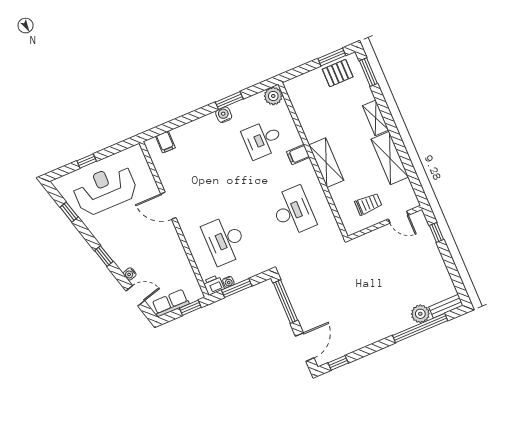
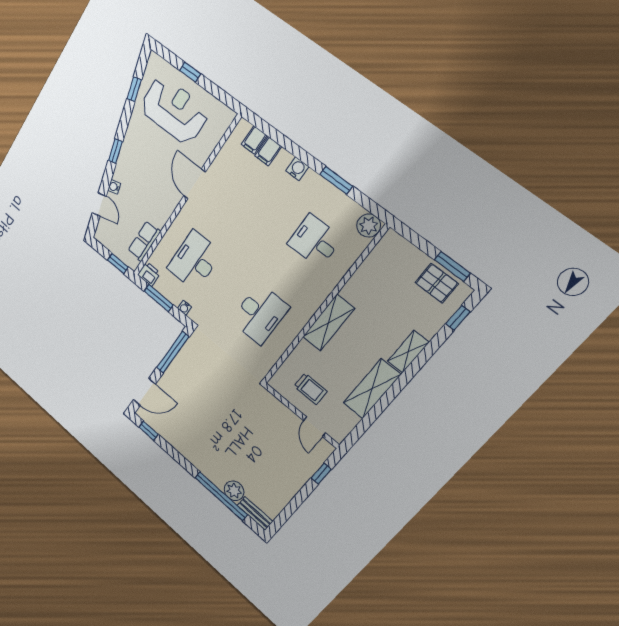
window: (368, 72) -> (458, 318), width x0.67
water cooler: (224, 115) -> (297, 169), moved
filing cabinet: (298, 155) -> (268, 151), moved, turned -90
water cooler: (228, 282) -> (184, 308), moved
row of seats: (170, 303) -> (144, 241), moved, turned -90

